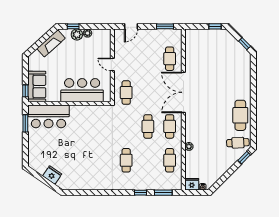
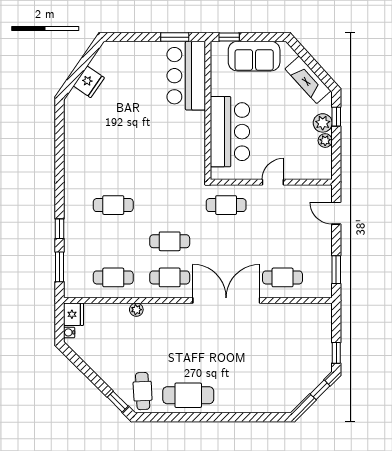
window: (245, 44) -> (320, 390), moved
sofa: (37, 87) -> (254, 56), moved

